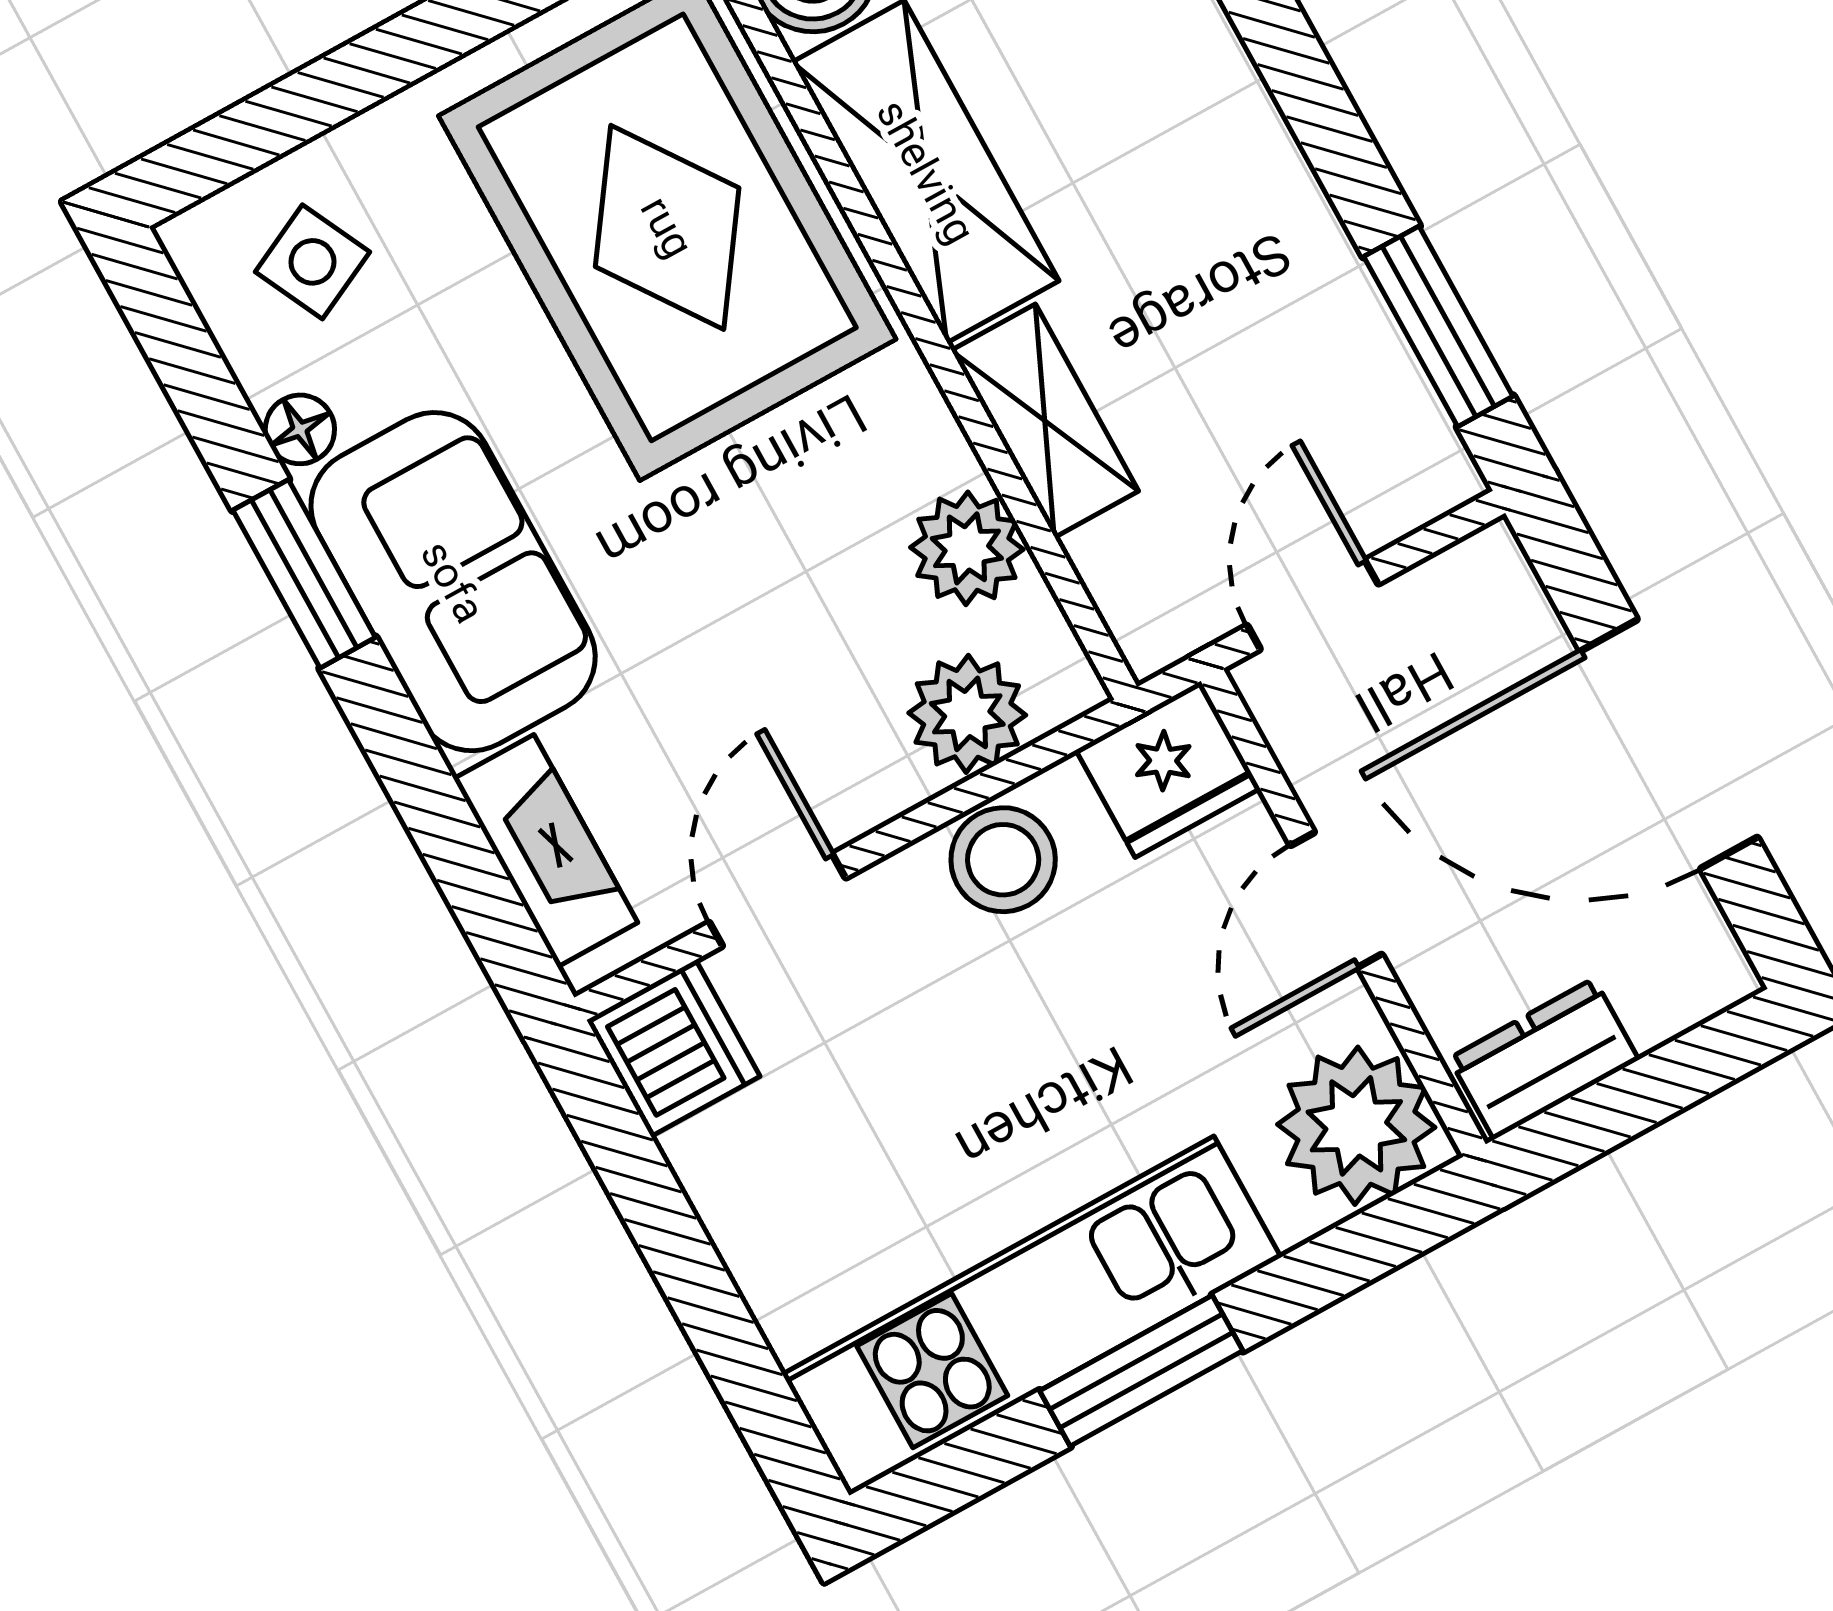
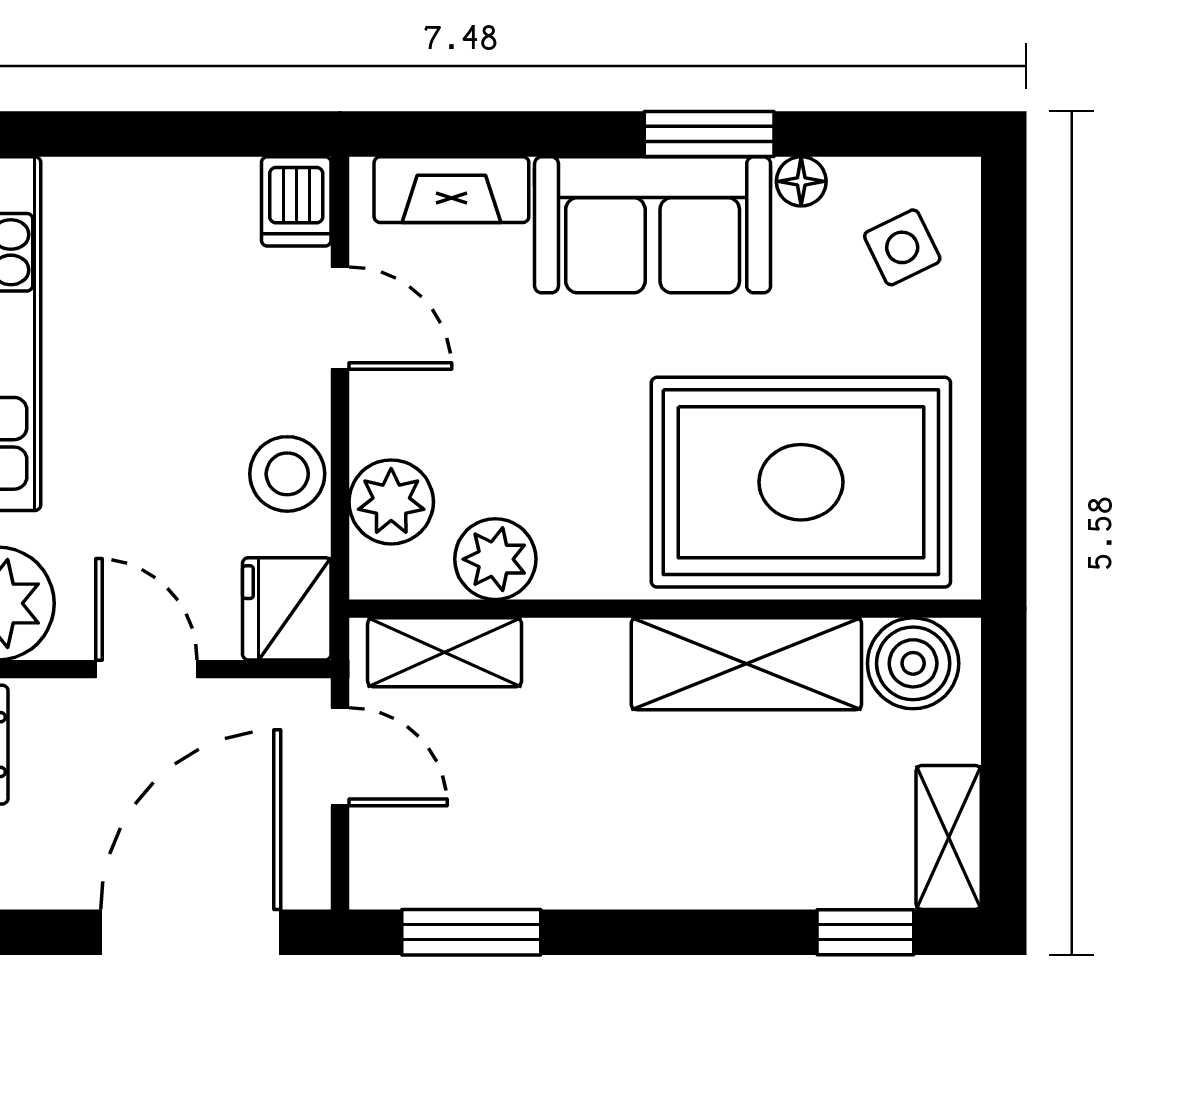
shelving: (1045, 421) -> (445, 652), moved
door: (1669, 744) -> (191, 932), moved
dishwasher: (673, 1048) -> (296, 201), width x0.73

